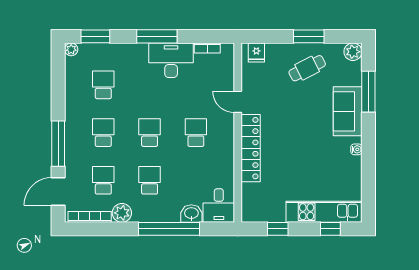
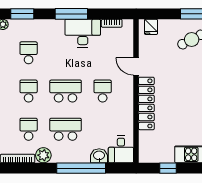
school desk: (150, 133) -> (66, 91), width x1.85
school desk: (150, 180) -> (66, 129), width x1.85

